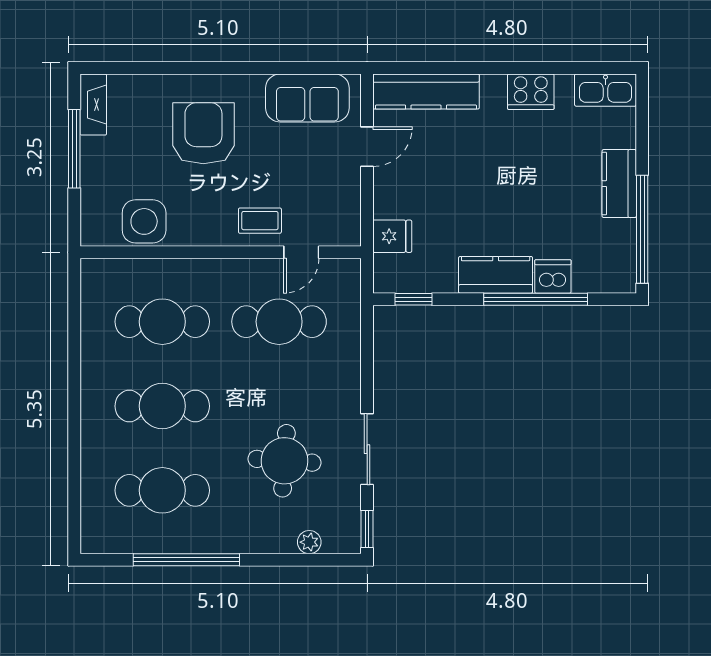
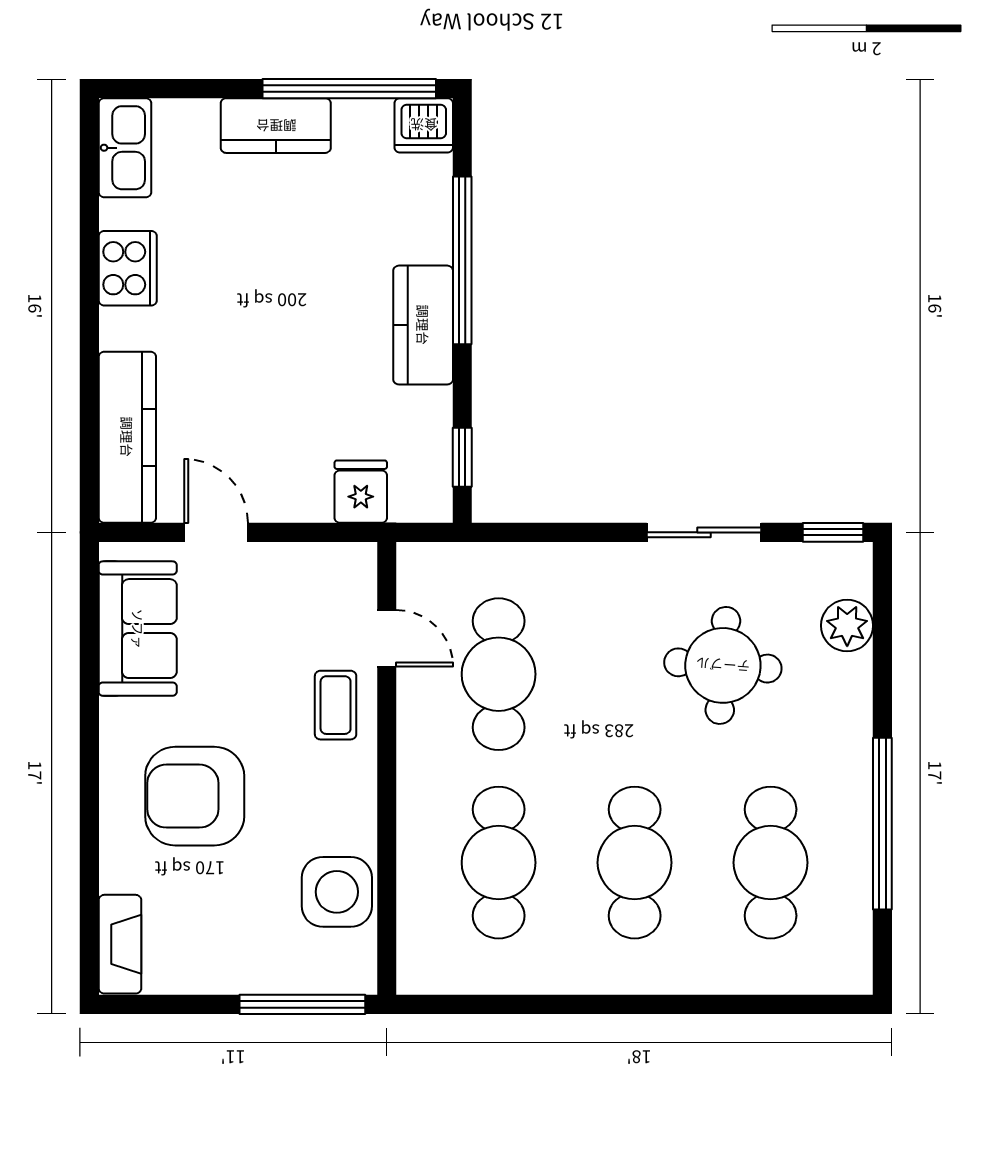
fireplace: (93, 105) -> (120, 944), moved, turned 90
window: (74, 149) -> (302, 1004), moved
dishwasher: (553, 276) -> (424, 125), moved, turned -90
plant: (309, 542) -> (847, 626), width x1.38, depth x1.38

